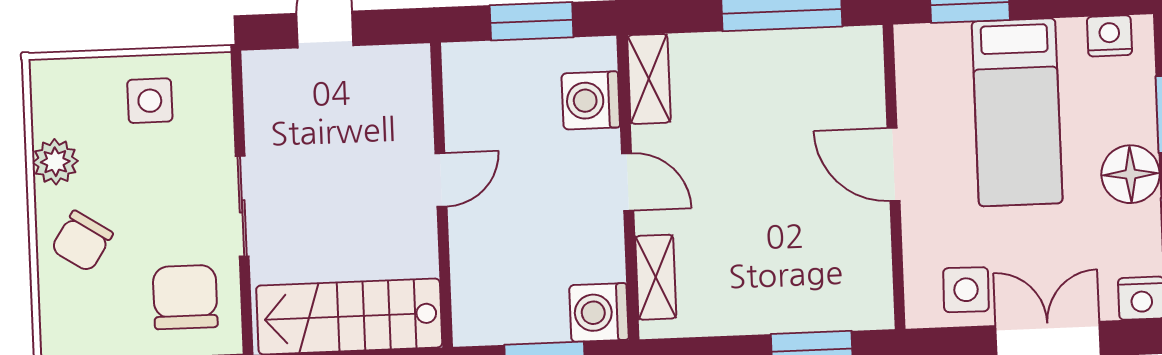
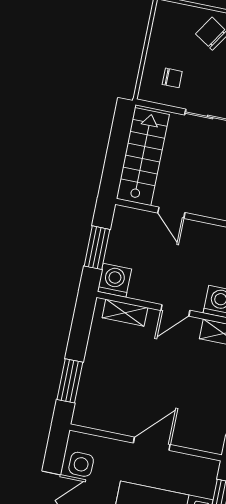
door: (441, 180) -> (171, 213), moved
chair: (185, 297) -> (172, 78), width x0.54, depth x0.54

